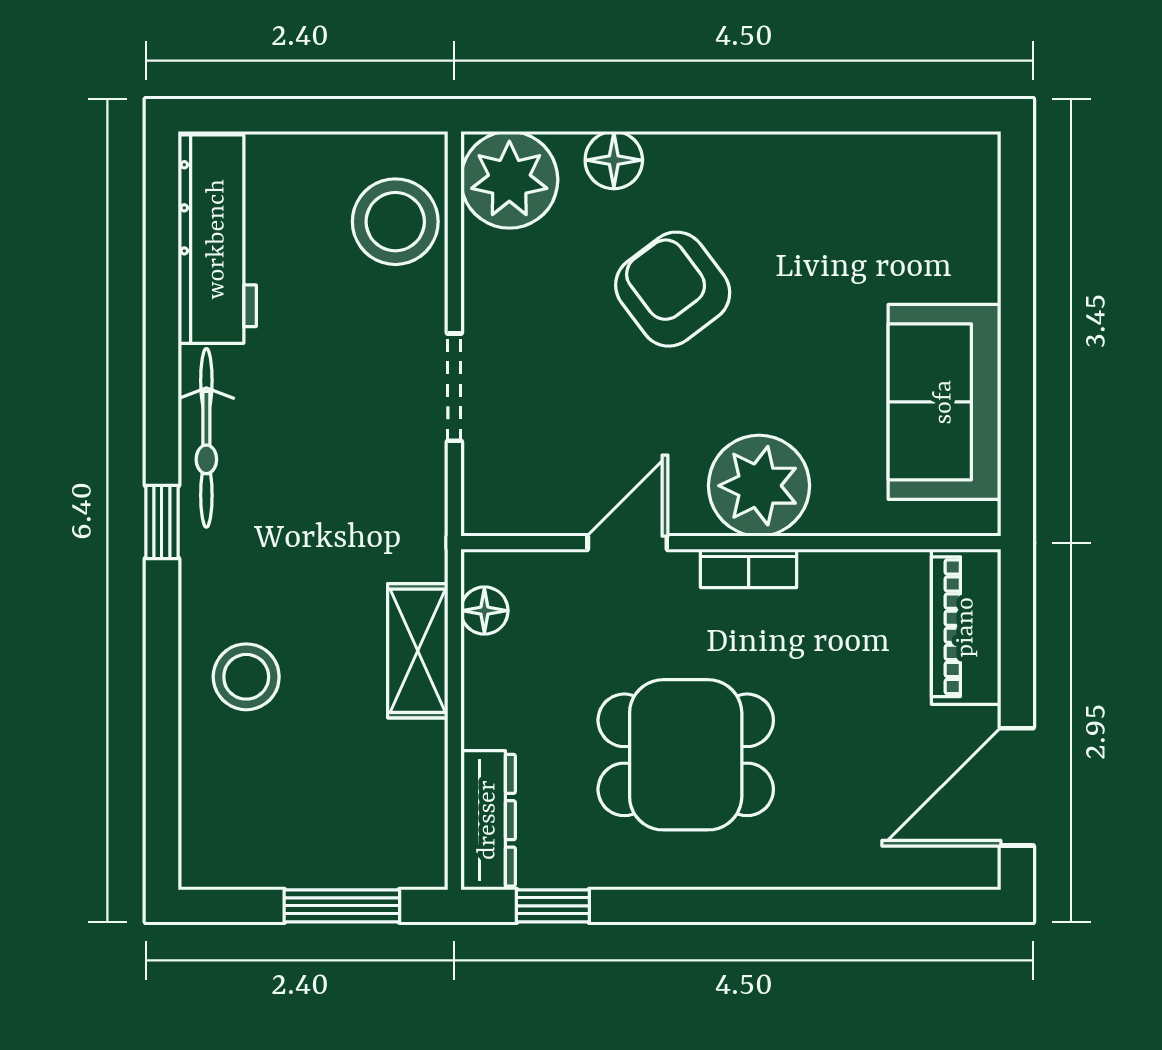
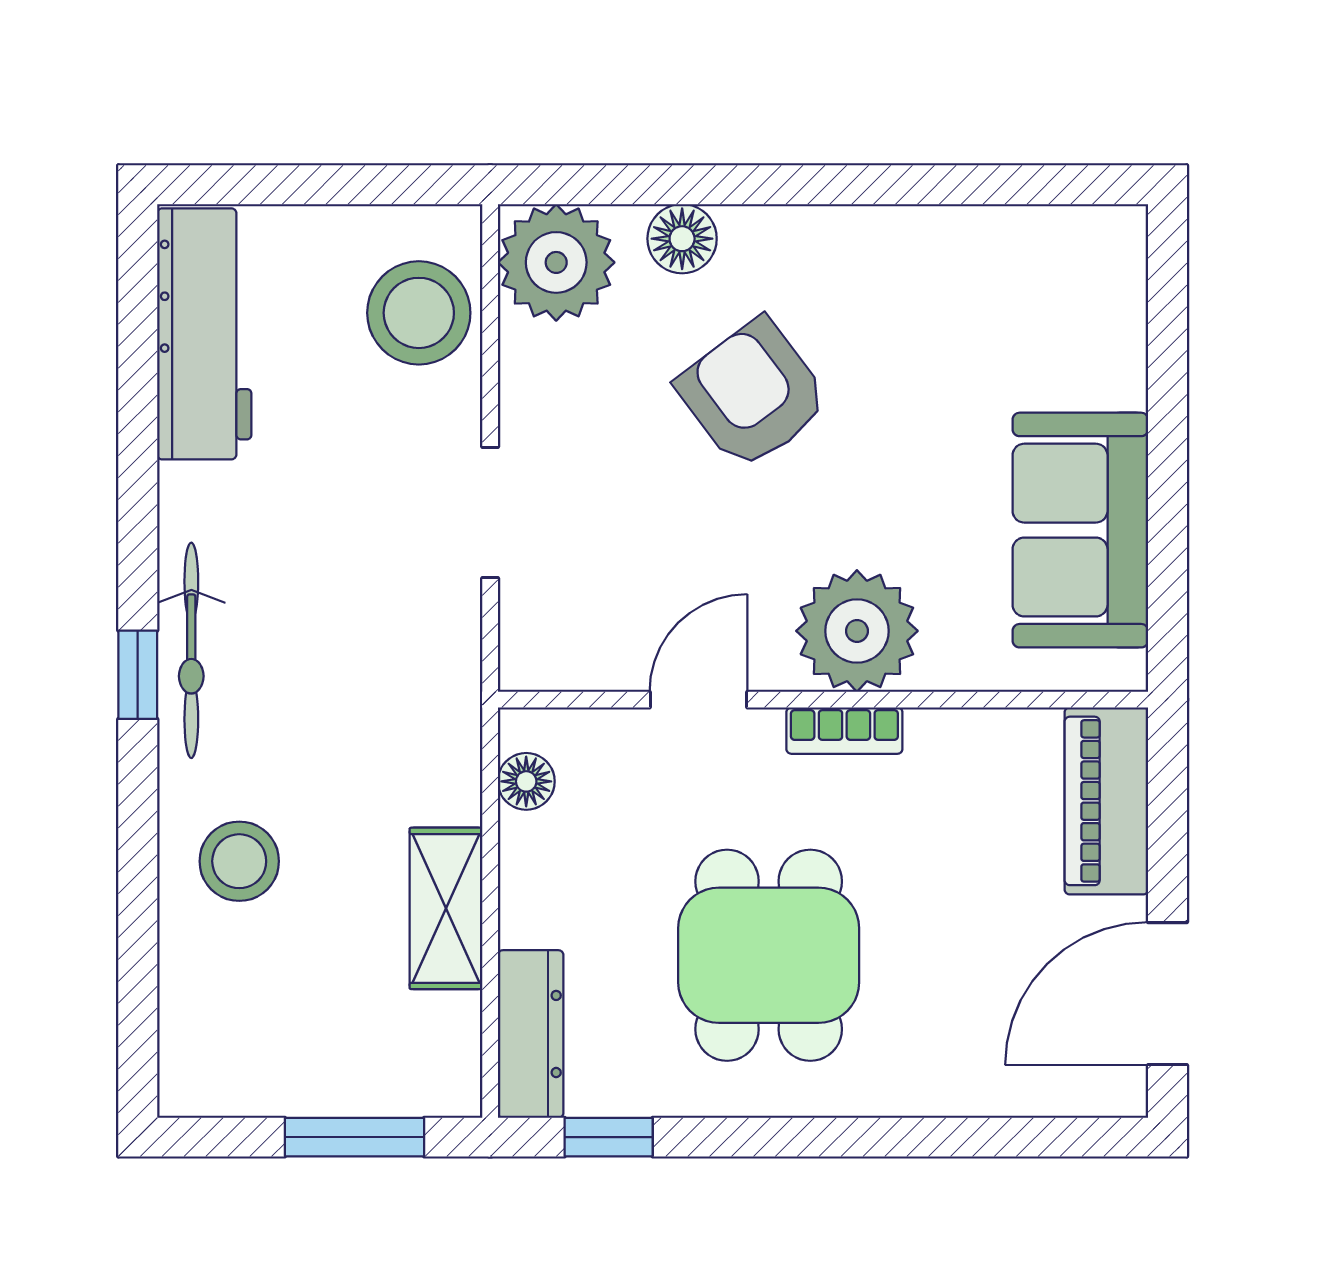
bicycle: (206, 438) -> (191, 650), moved
shelving: (418, 651) -> (446, 908), moved
dining table: (686, 755) -> (769, 955), turned 90

